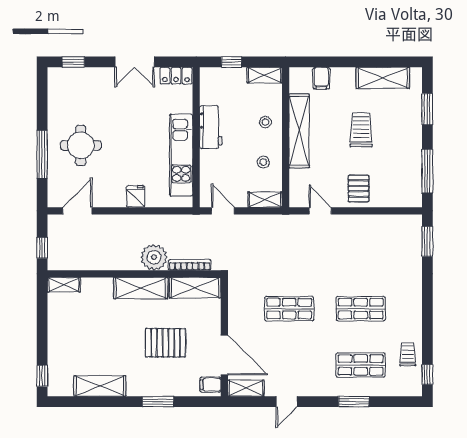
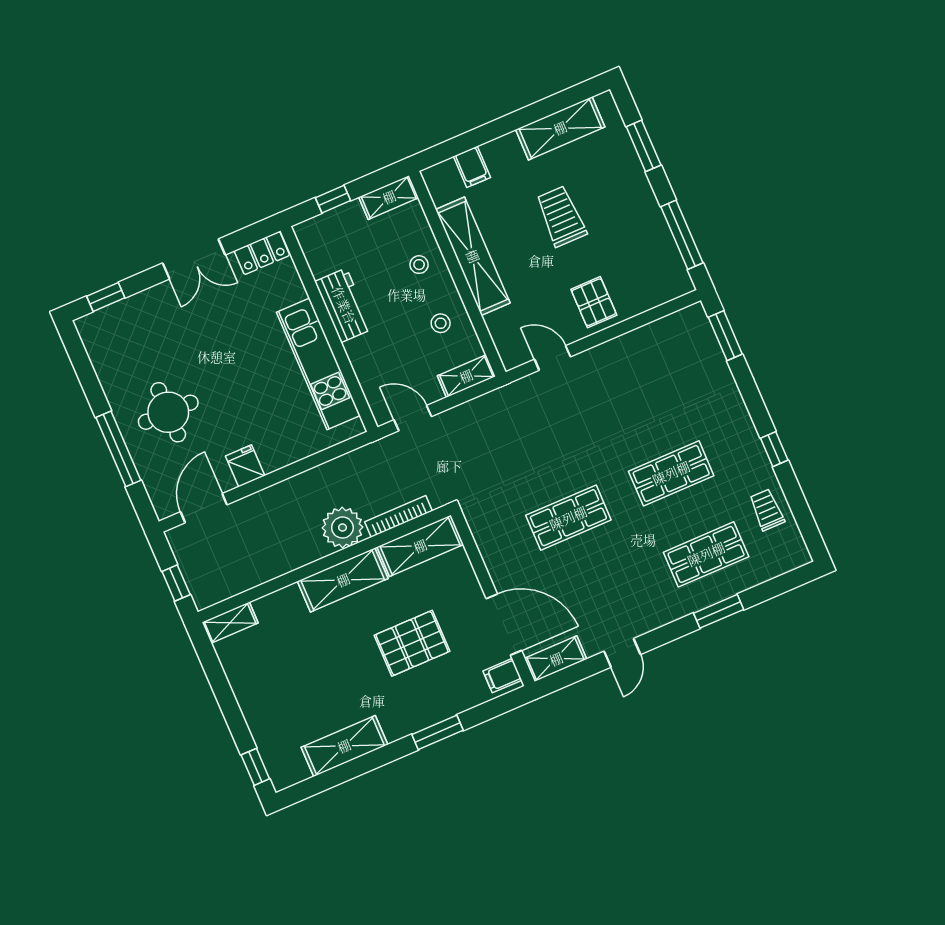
fridge: (136, 196) -> (245, 466), moved
window: (427, 375) -> (774, 449), moved

